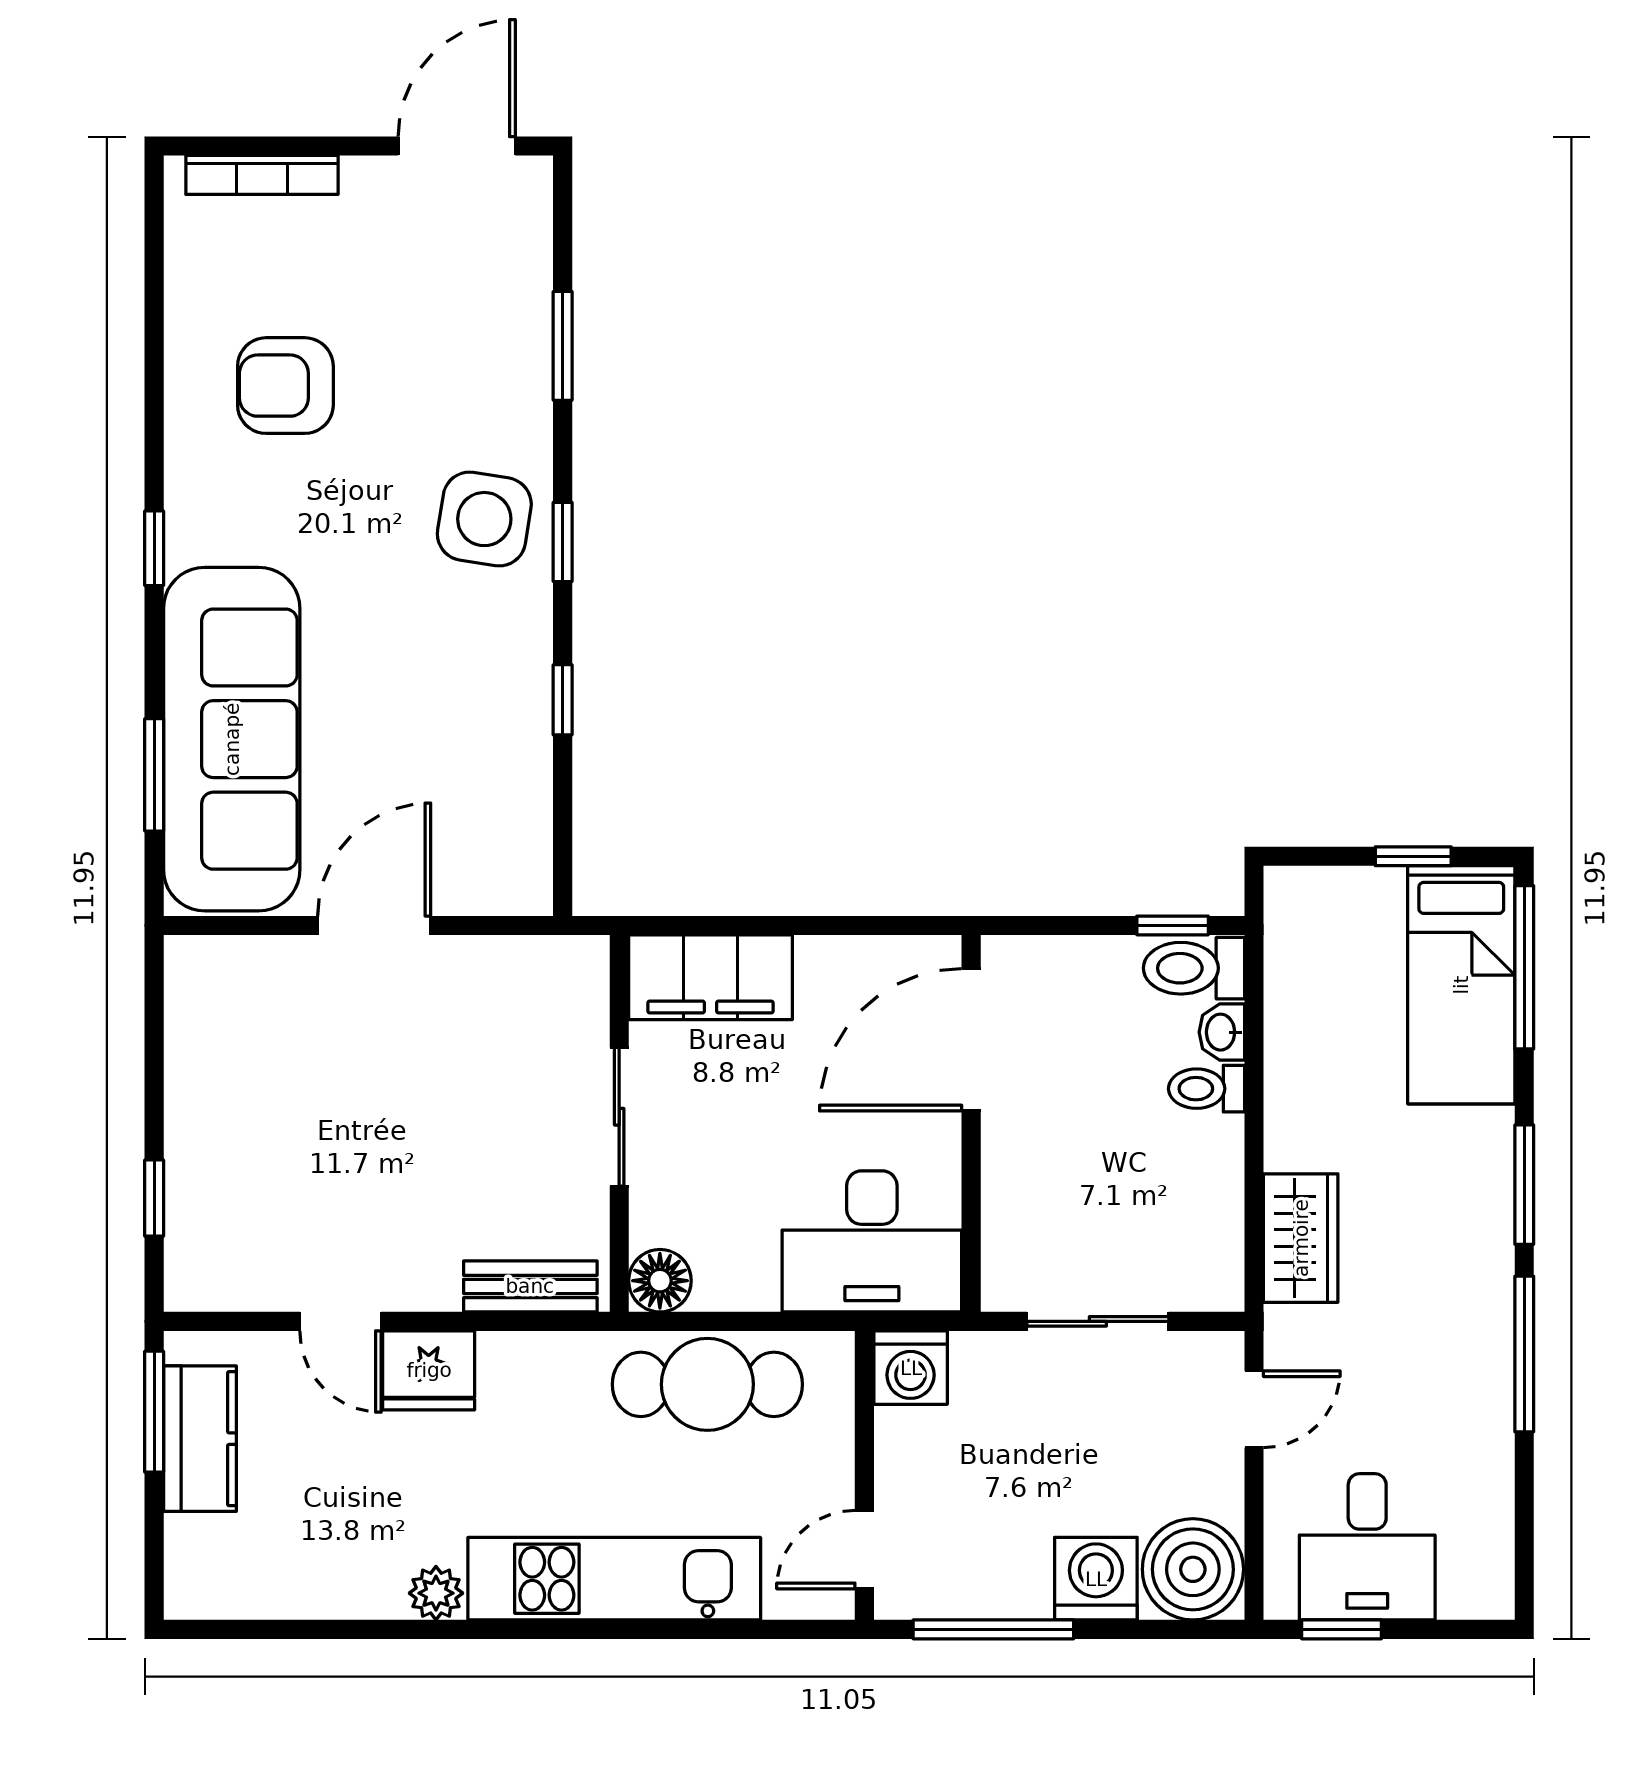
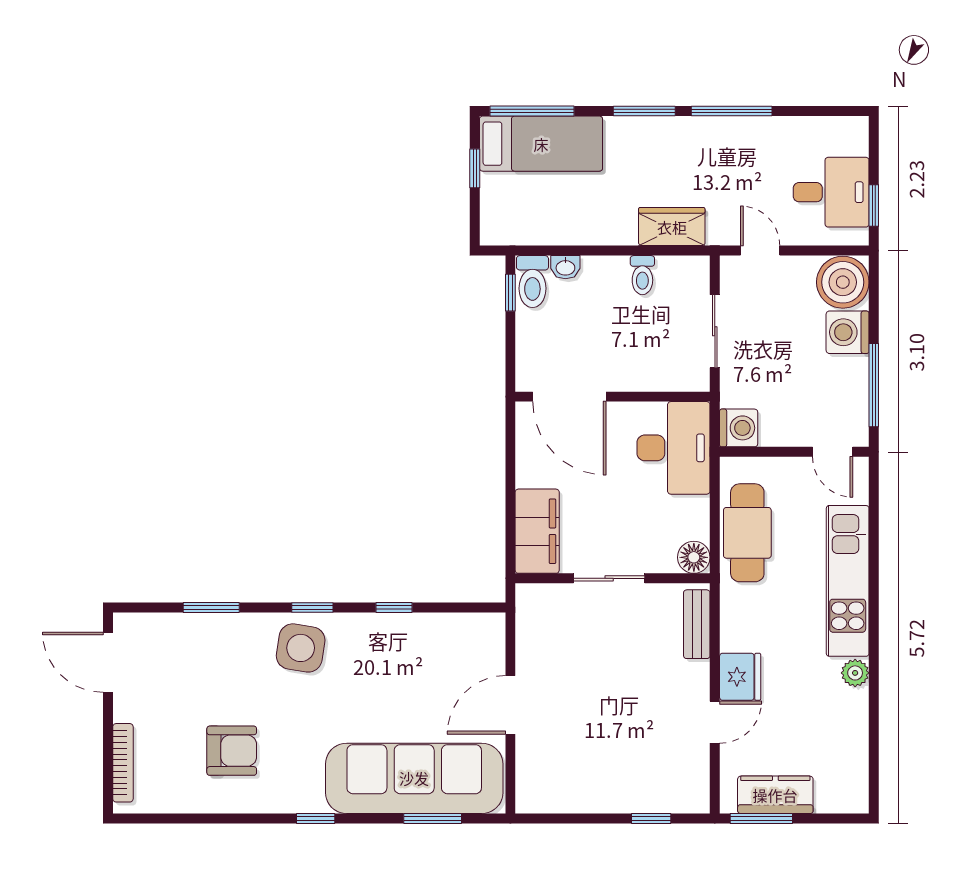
armchair: (285, 386) -> (232, 751), turned -90
door: (374, 925) -> (510, 705), hinge flipped
toilet: (1207, 1089) -> (642, 275), moved

